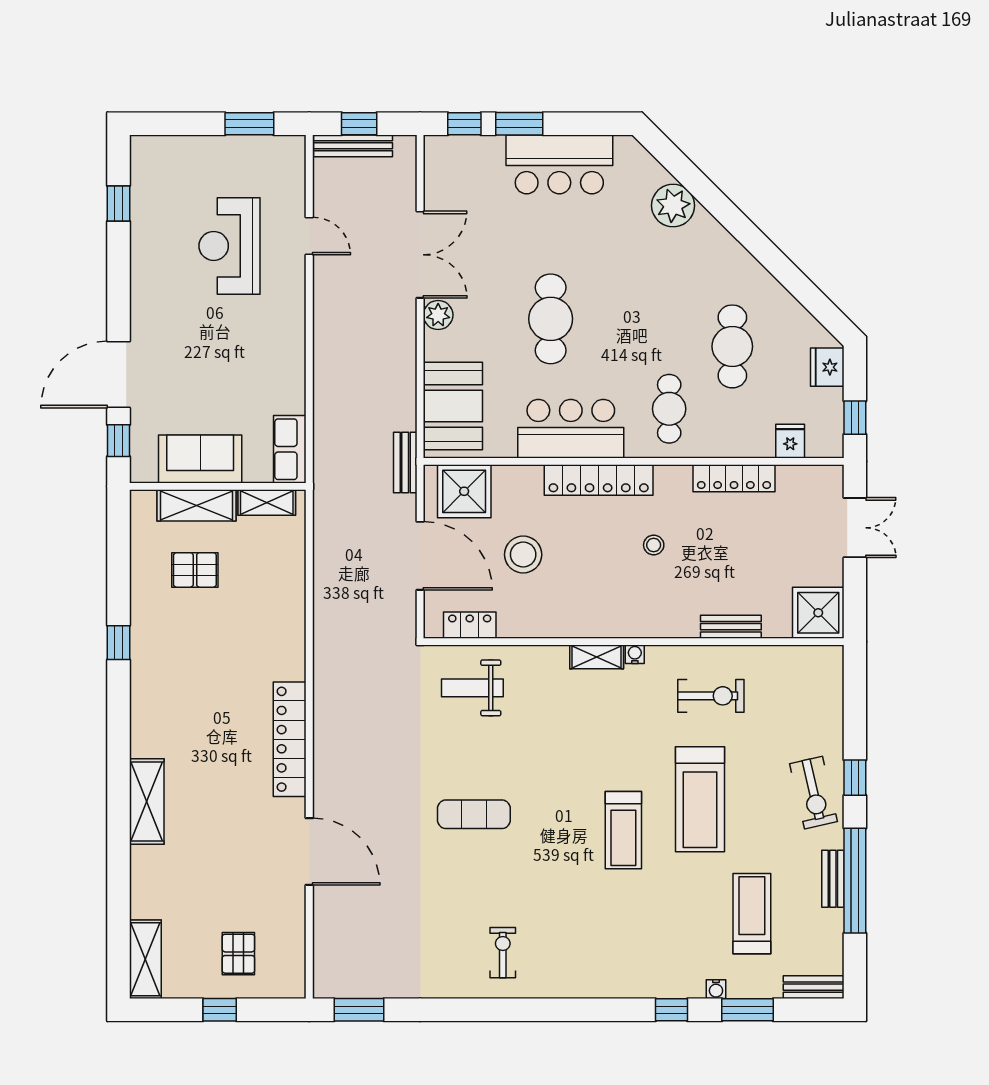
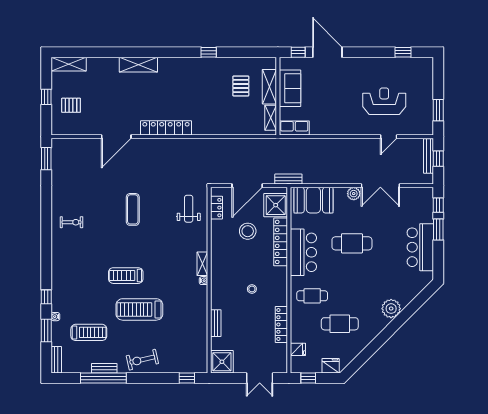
plant: (673, 206) -> (391, 309), moved
locker: (599, 480) -> (281, 242), moved
exercise bike: (711, 696) -> (185, 314), removed
window: (855, 778) -> (187, 378), moved

